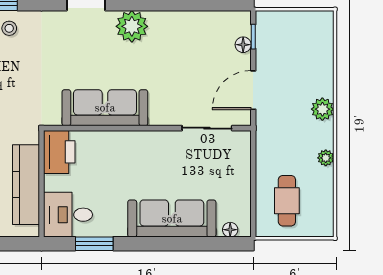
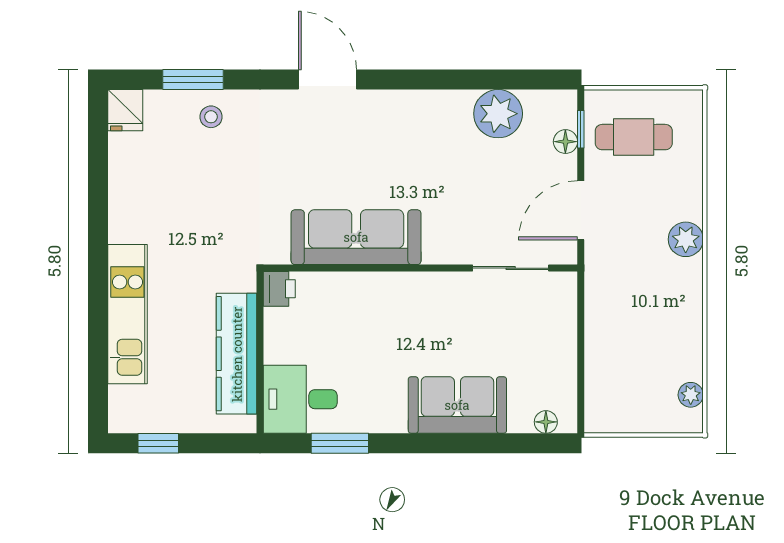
plant: (132, 26) -> (498, 114), moved
printer: (59, 152) -> (279, 289), width x0.53, depth x0.68
plant: (326, 158) -> (691, 395), moved
cafe table: (287, 201) -> (634, 137), moved, turned 90
sofa: (172, 219) -> (457, 405), width x0.73

